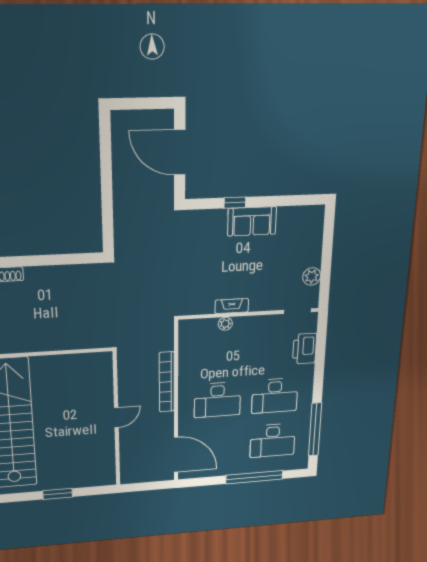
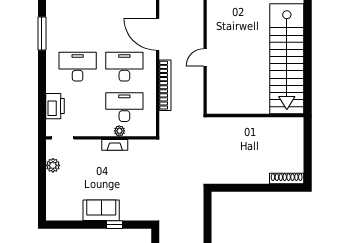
window: (315, 429) -> (42, 34), width x0.68
desk: (273, 440) -> (124, 107), moved
door: (176, 455) -> (158, 34), moved

